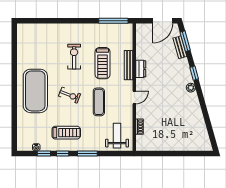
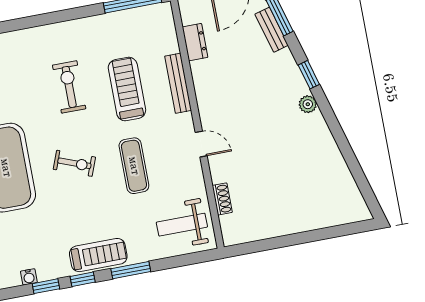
treadmill: (103, 63) -> (127, 89), turned 180
dresser: (141, 69) -> (195, 42), moved
door: (134, 97) -> (201, 144), hinge flipped
treadmill: (66, 133) -> (98, 255), moved
weight bench: (117, 136) -> (182, 225), turned -90

